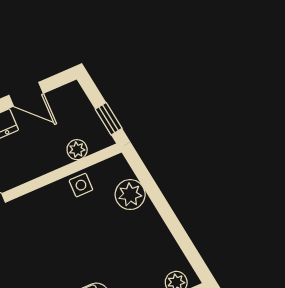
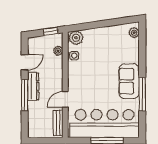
plant: (130, 195) -> (76, 38), moved

